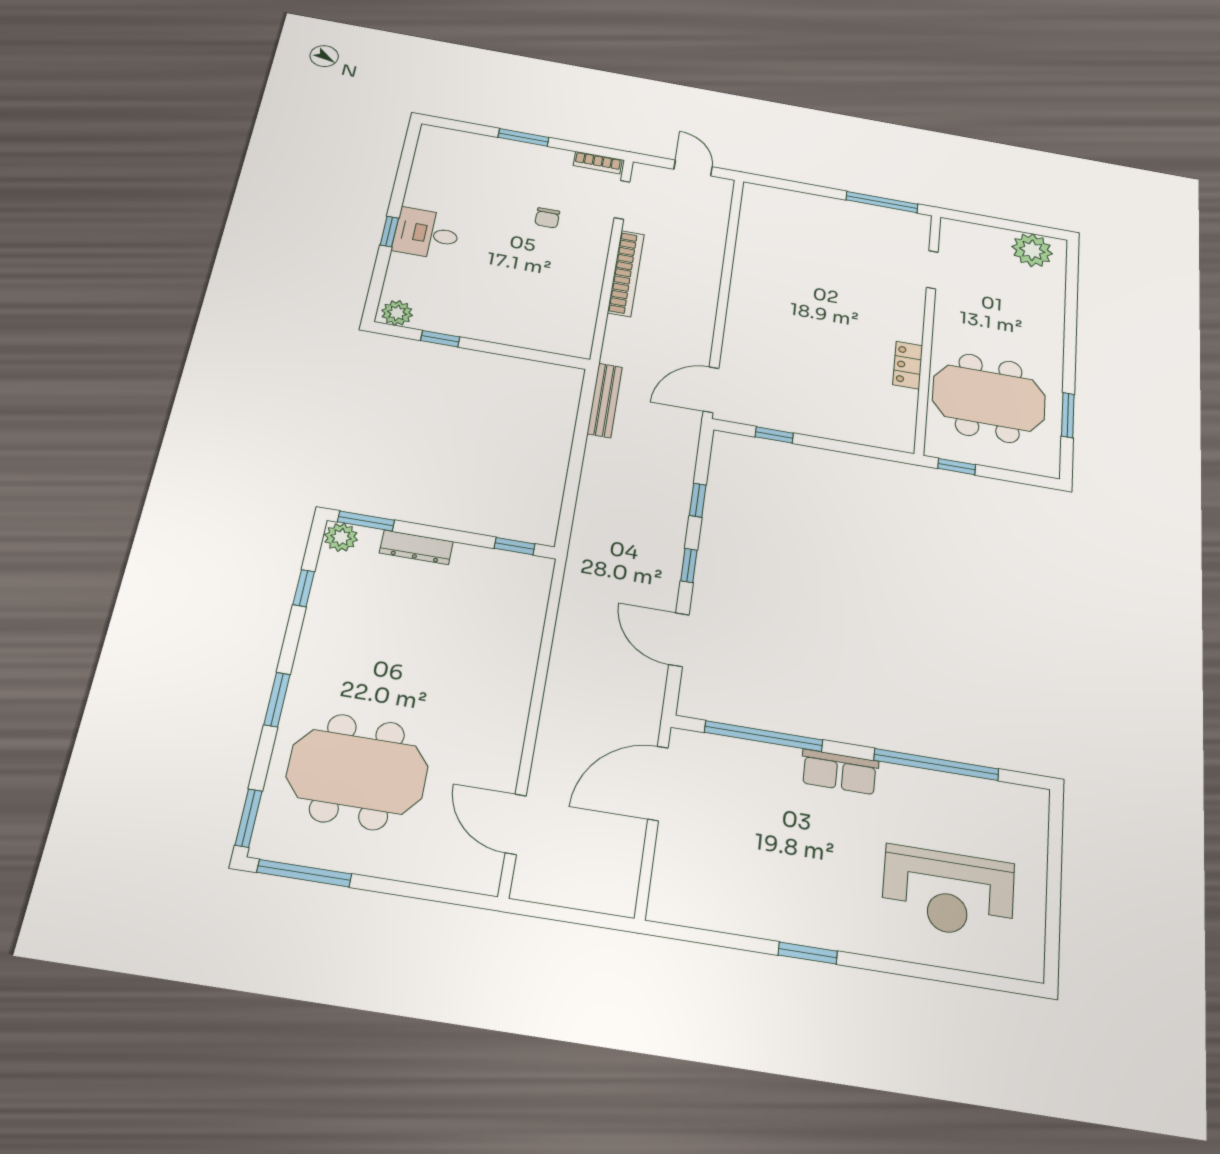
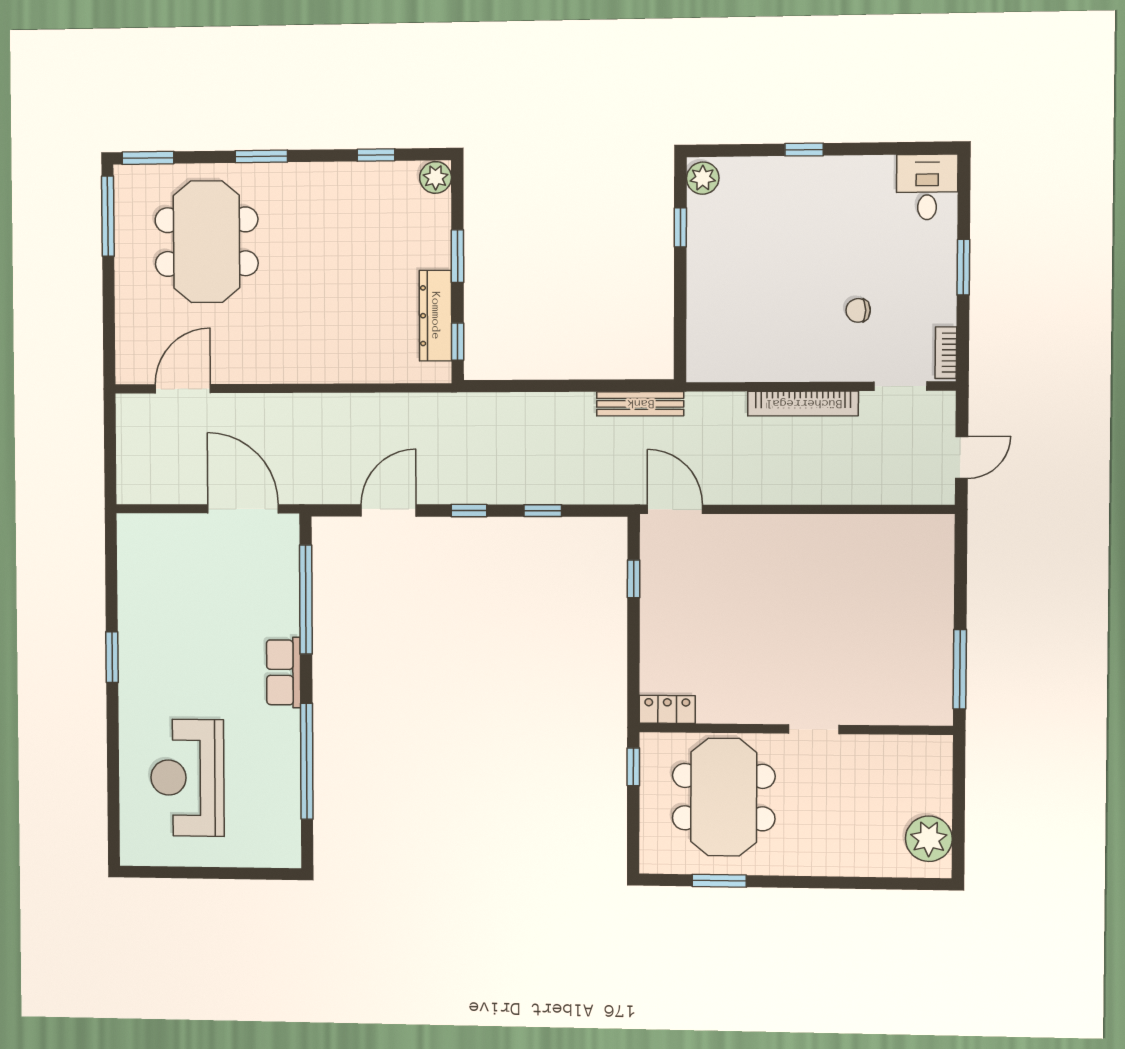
desk: (427, 234) -> (927, 187), moved
doorway: (932, 270) -> (814, 729), moved
locker: (908, 365) -> (667, 709), moved
window: (366, 521) -> (457, 256), moved
dresser: (416, 547) -> (436, 316), moved, width x1.37, depth x1.24

